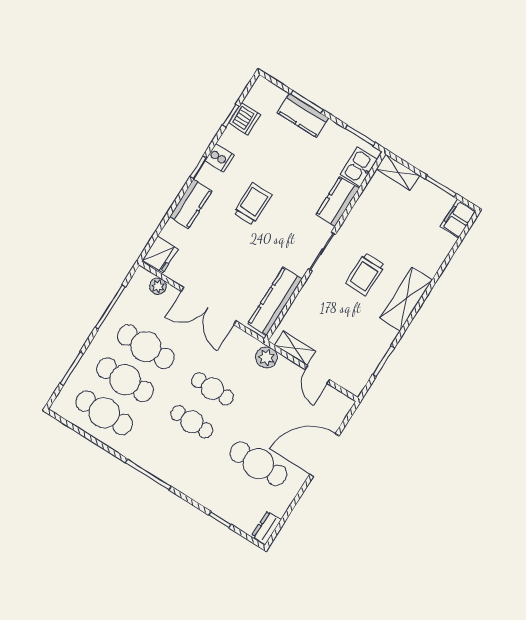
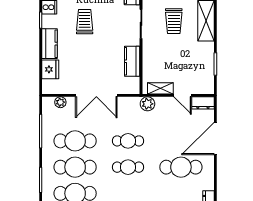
fridge: (160, 255) -> (50, 69), moved
kitchen counter: (275, 301) -> (132, 61), width x0.67
dresser: (337, 400) -> (203, 103), added

